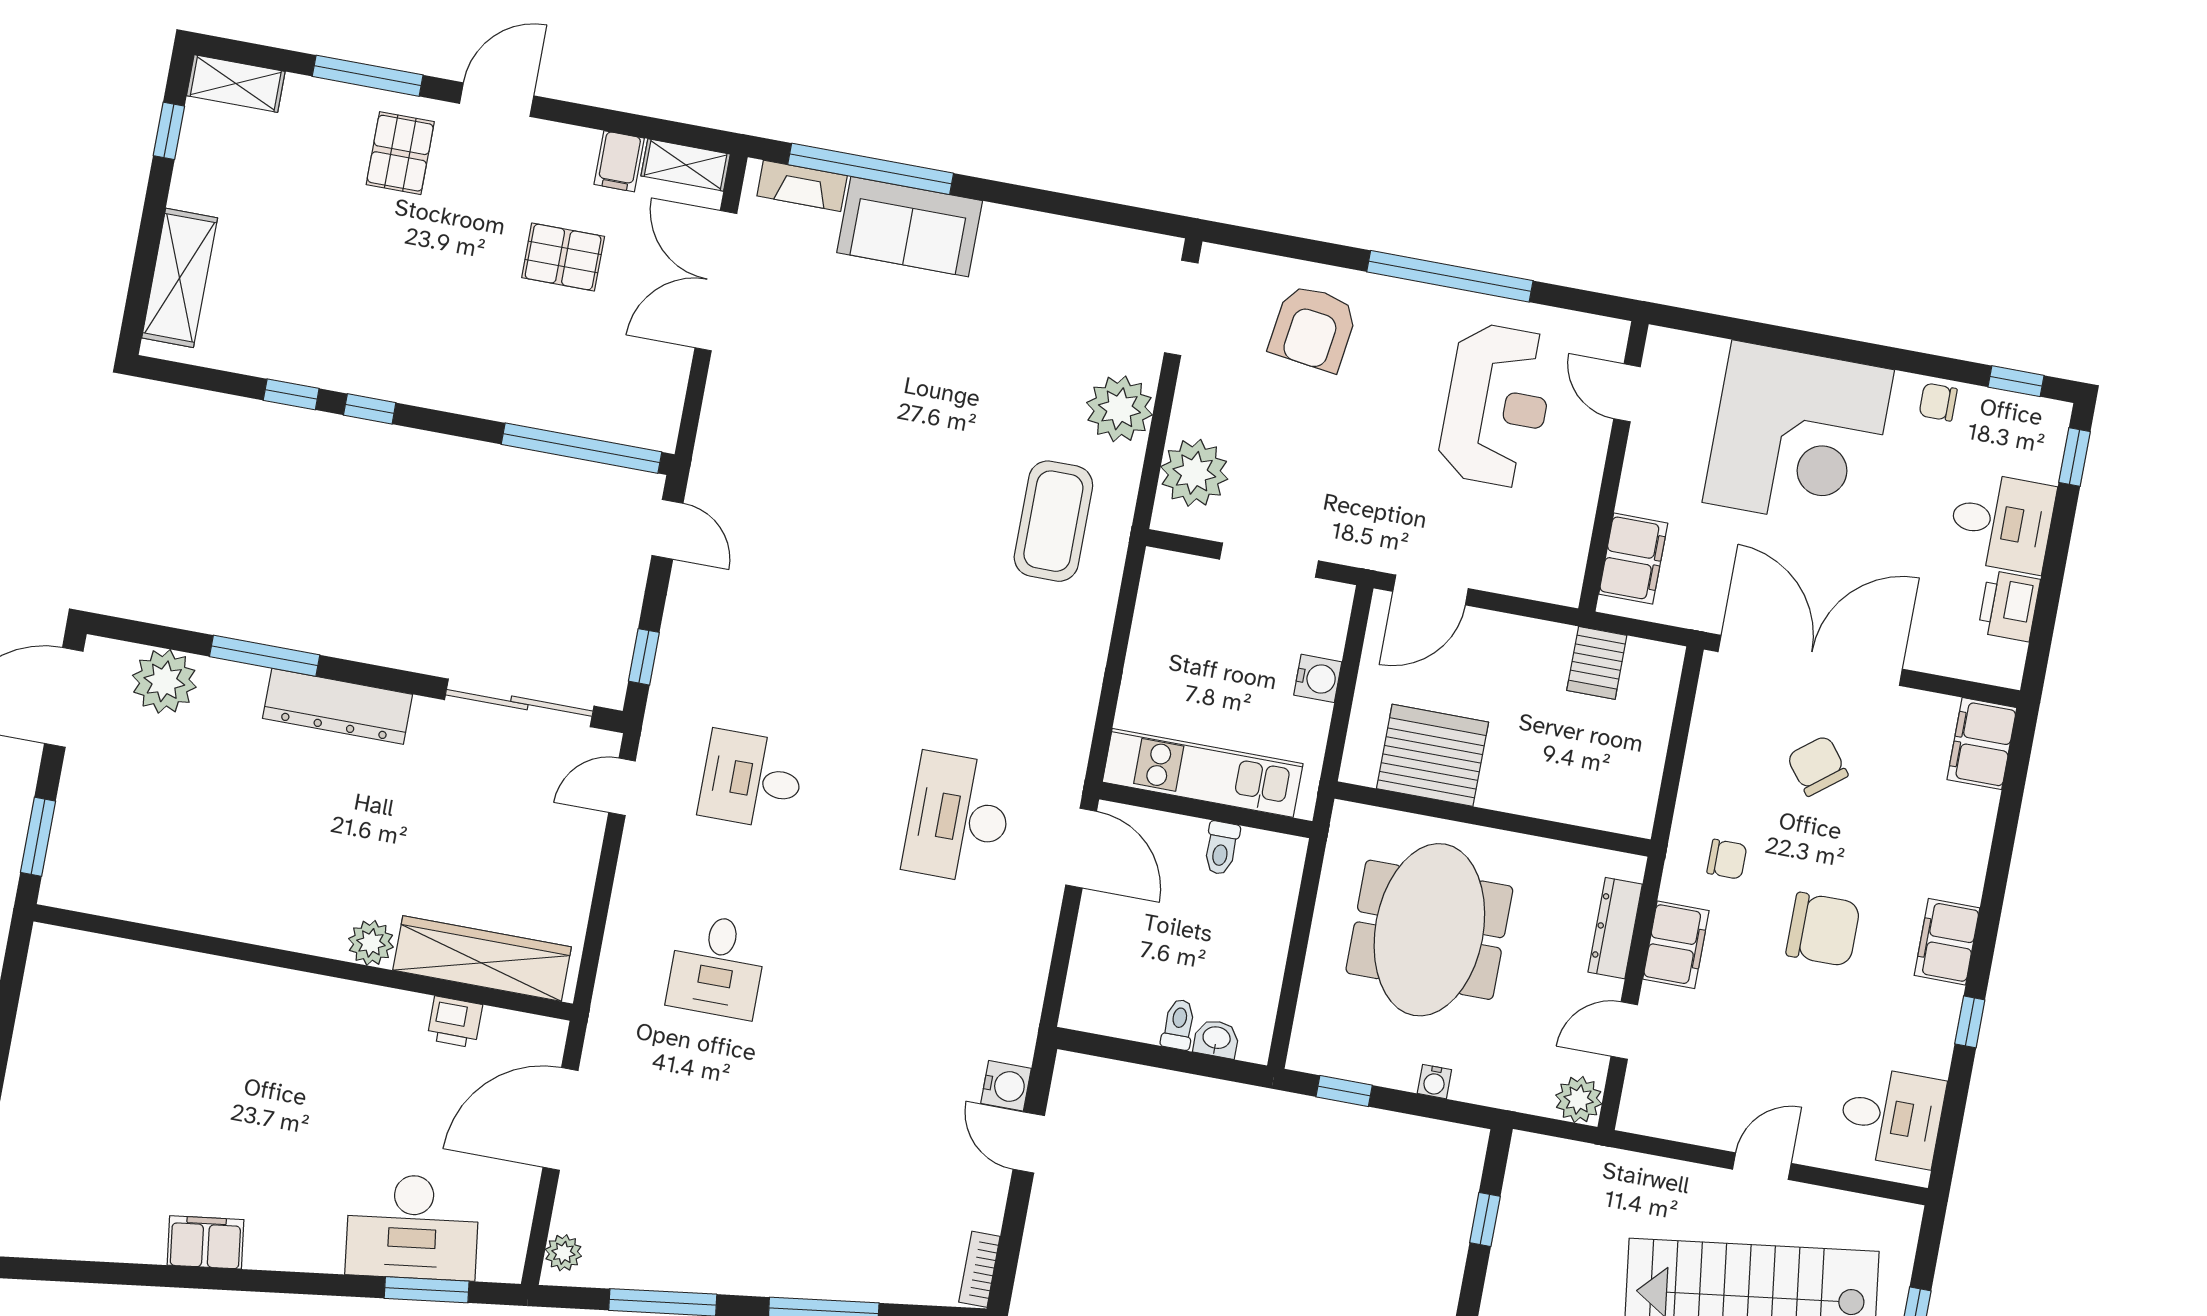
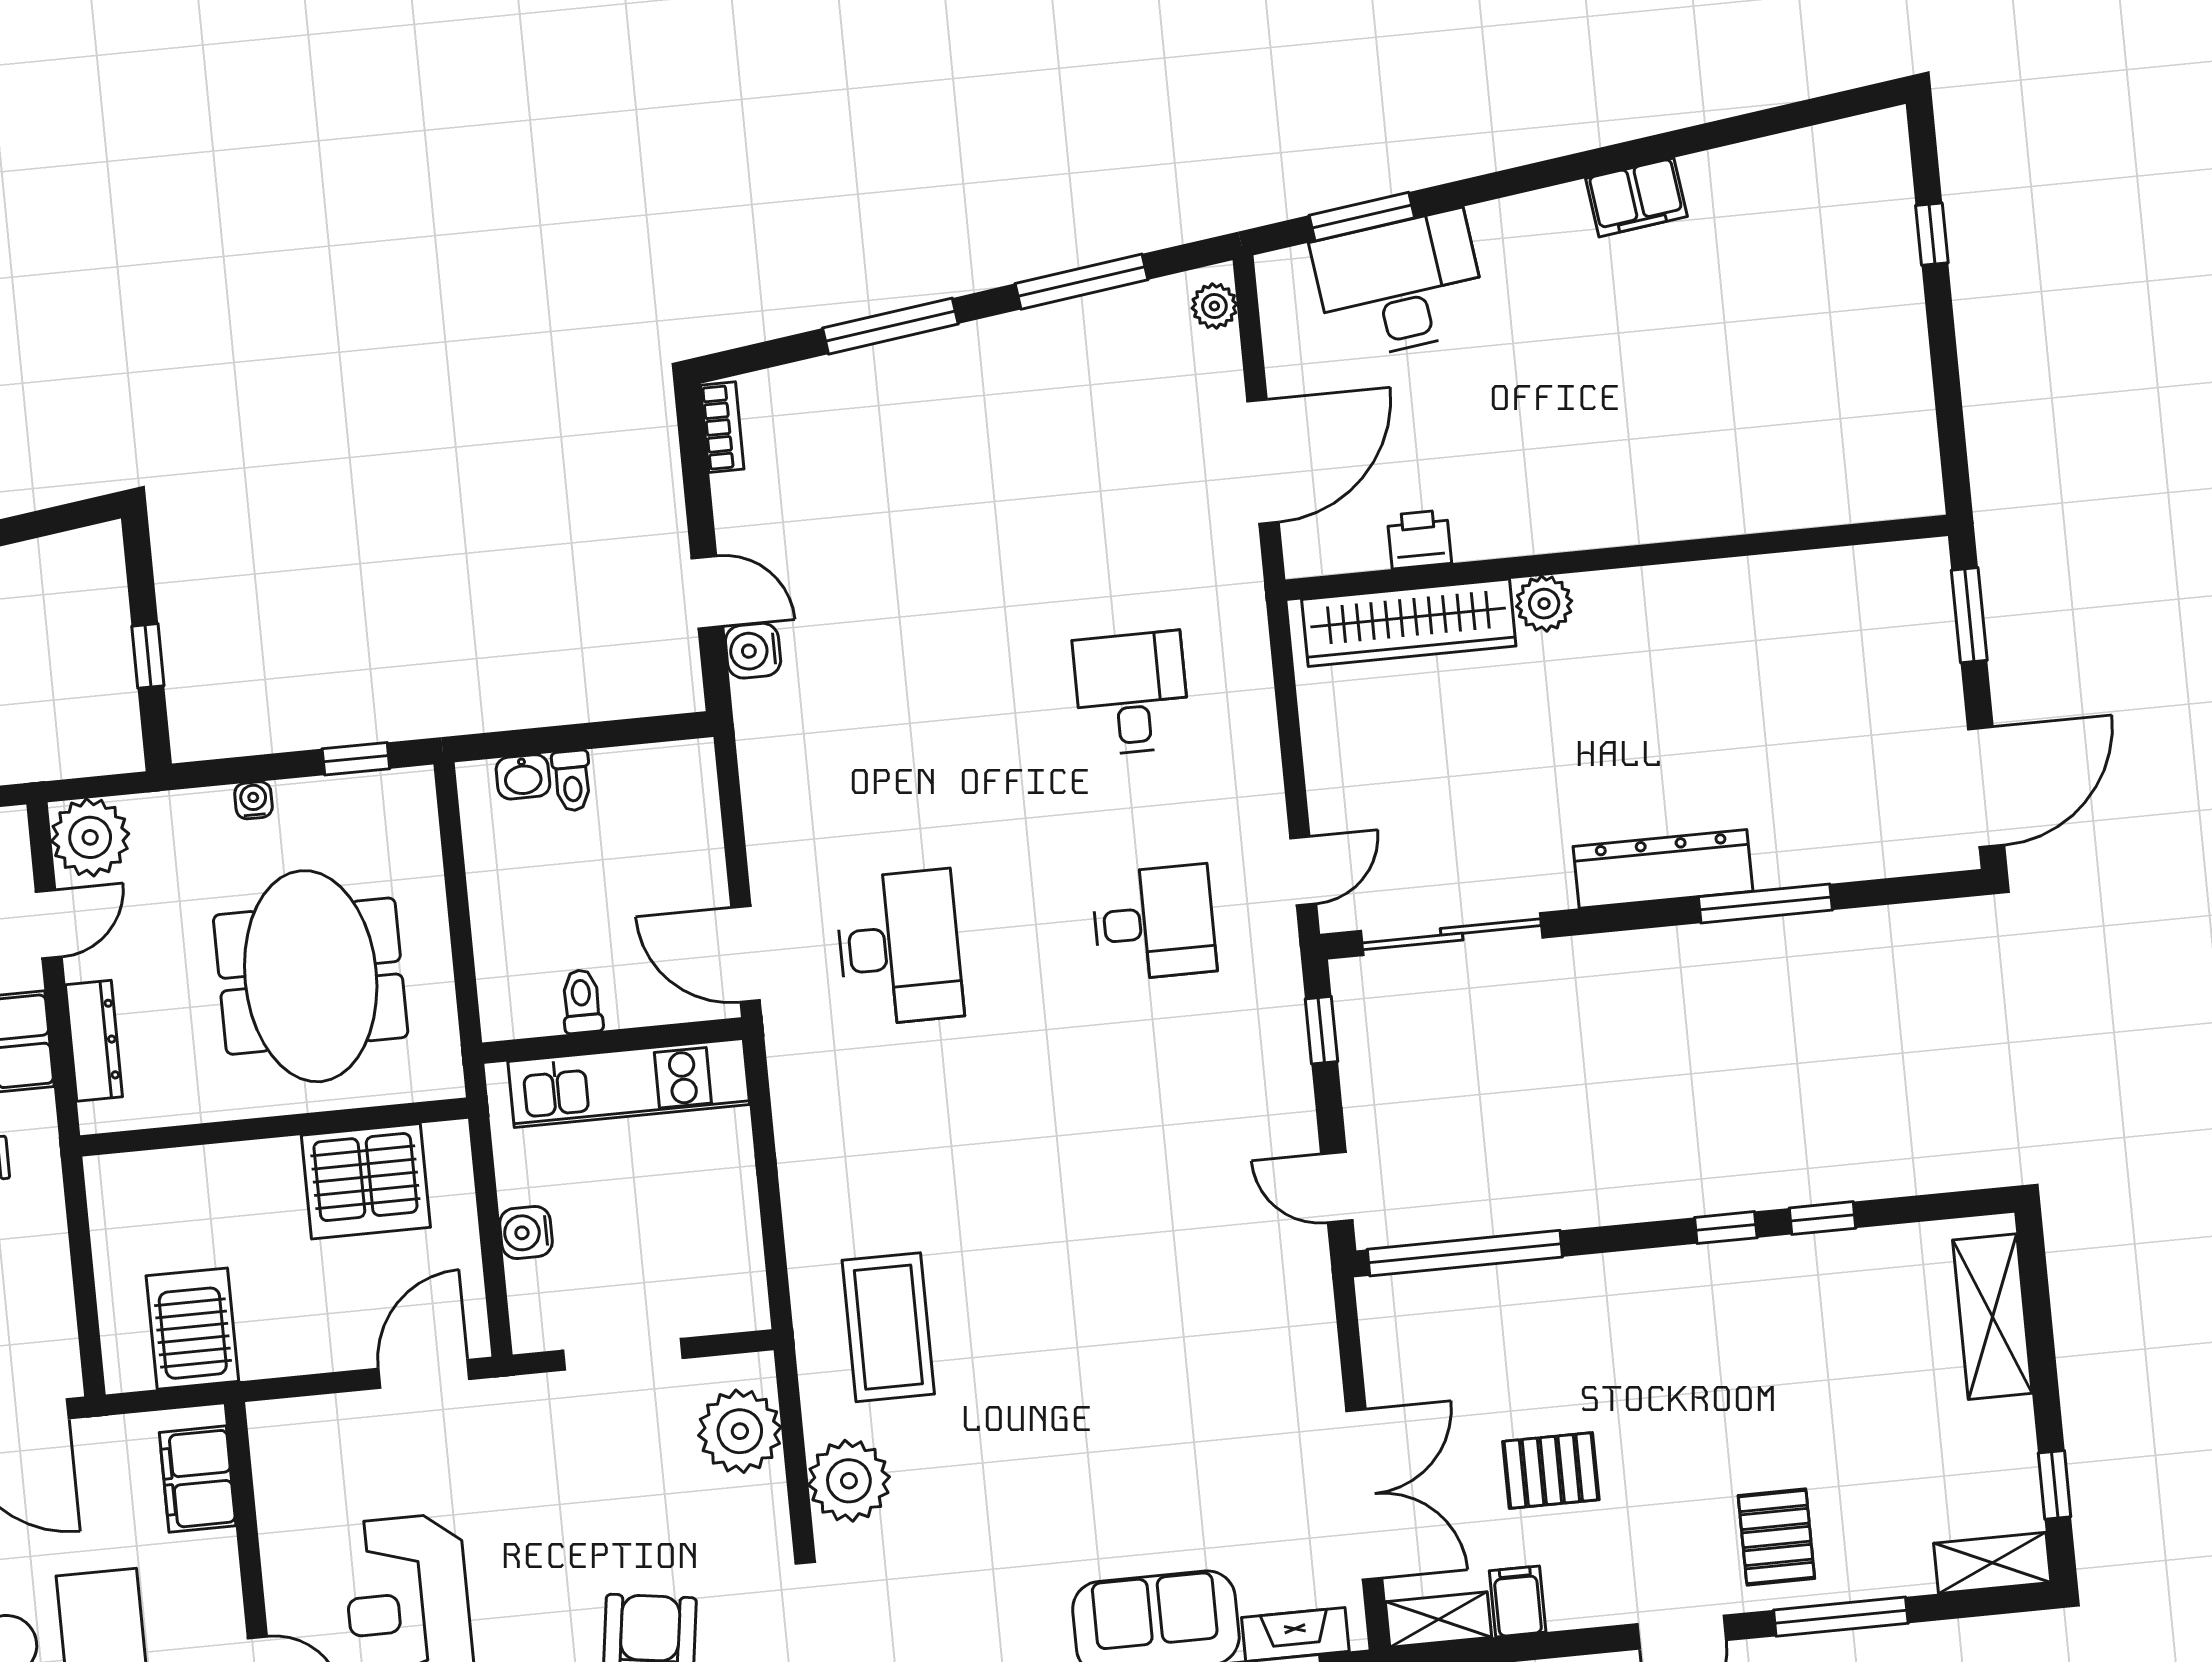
server rack: (1597, 663) -> (192, 1329), width x1.36, depth x1.44
plant: (164, 681) -> (1874, 840), removed
plant: (1579, 1099) -> (90, 837), width x1.36, depth x1.36

